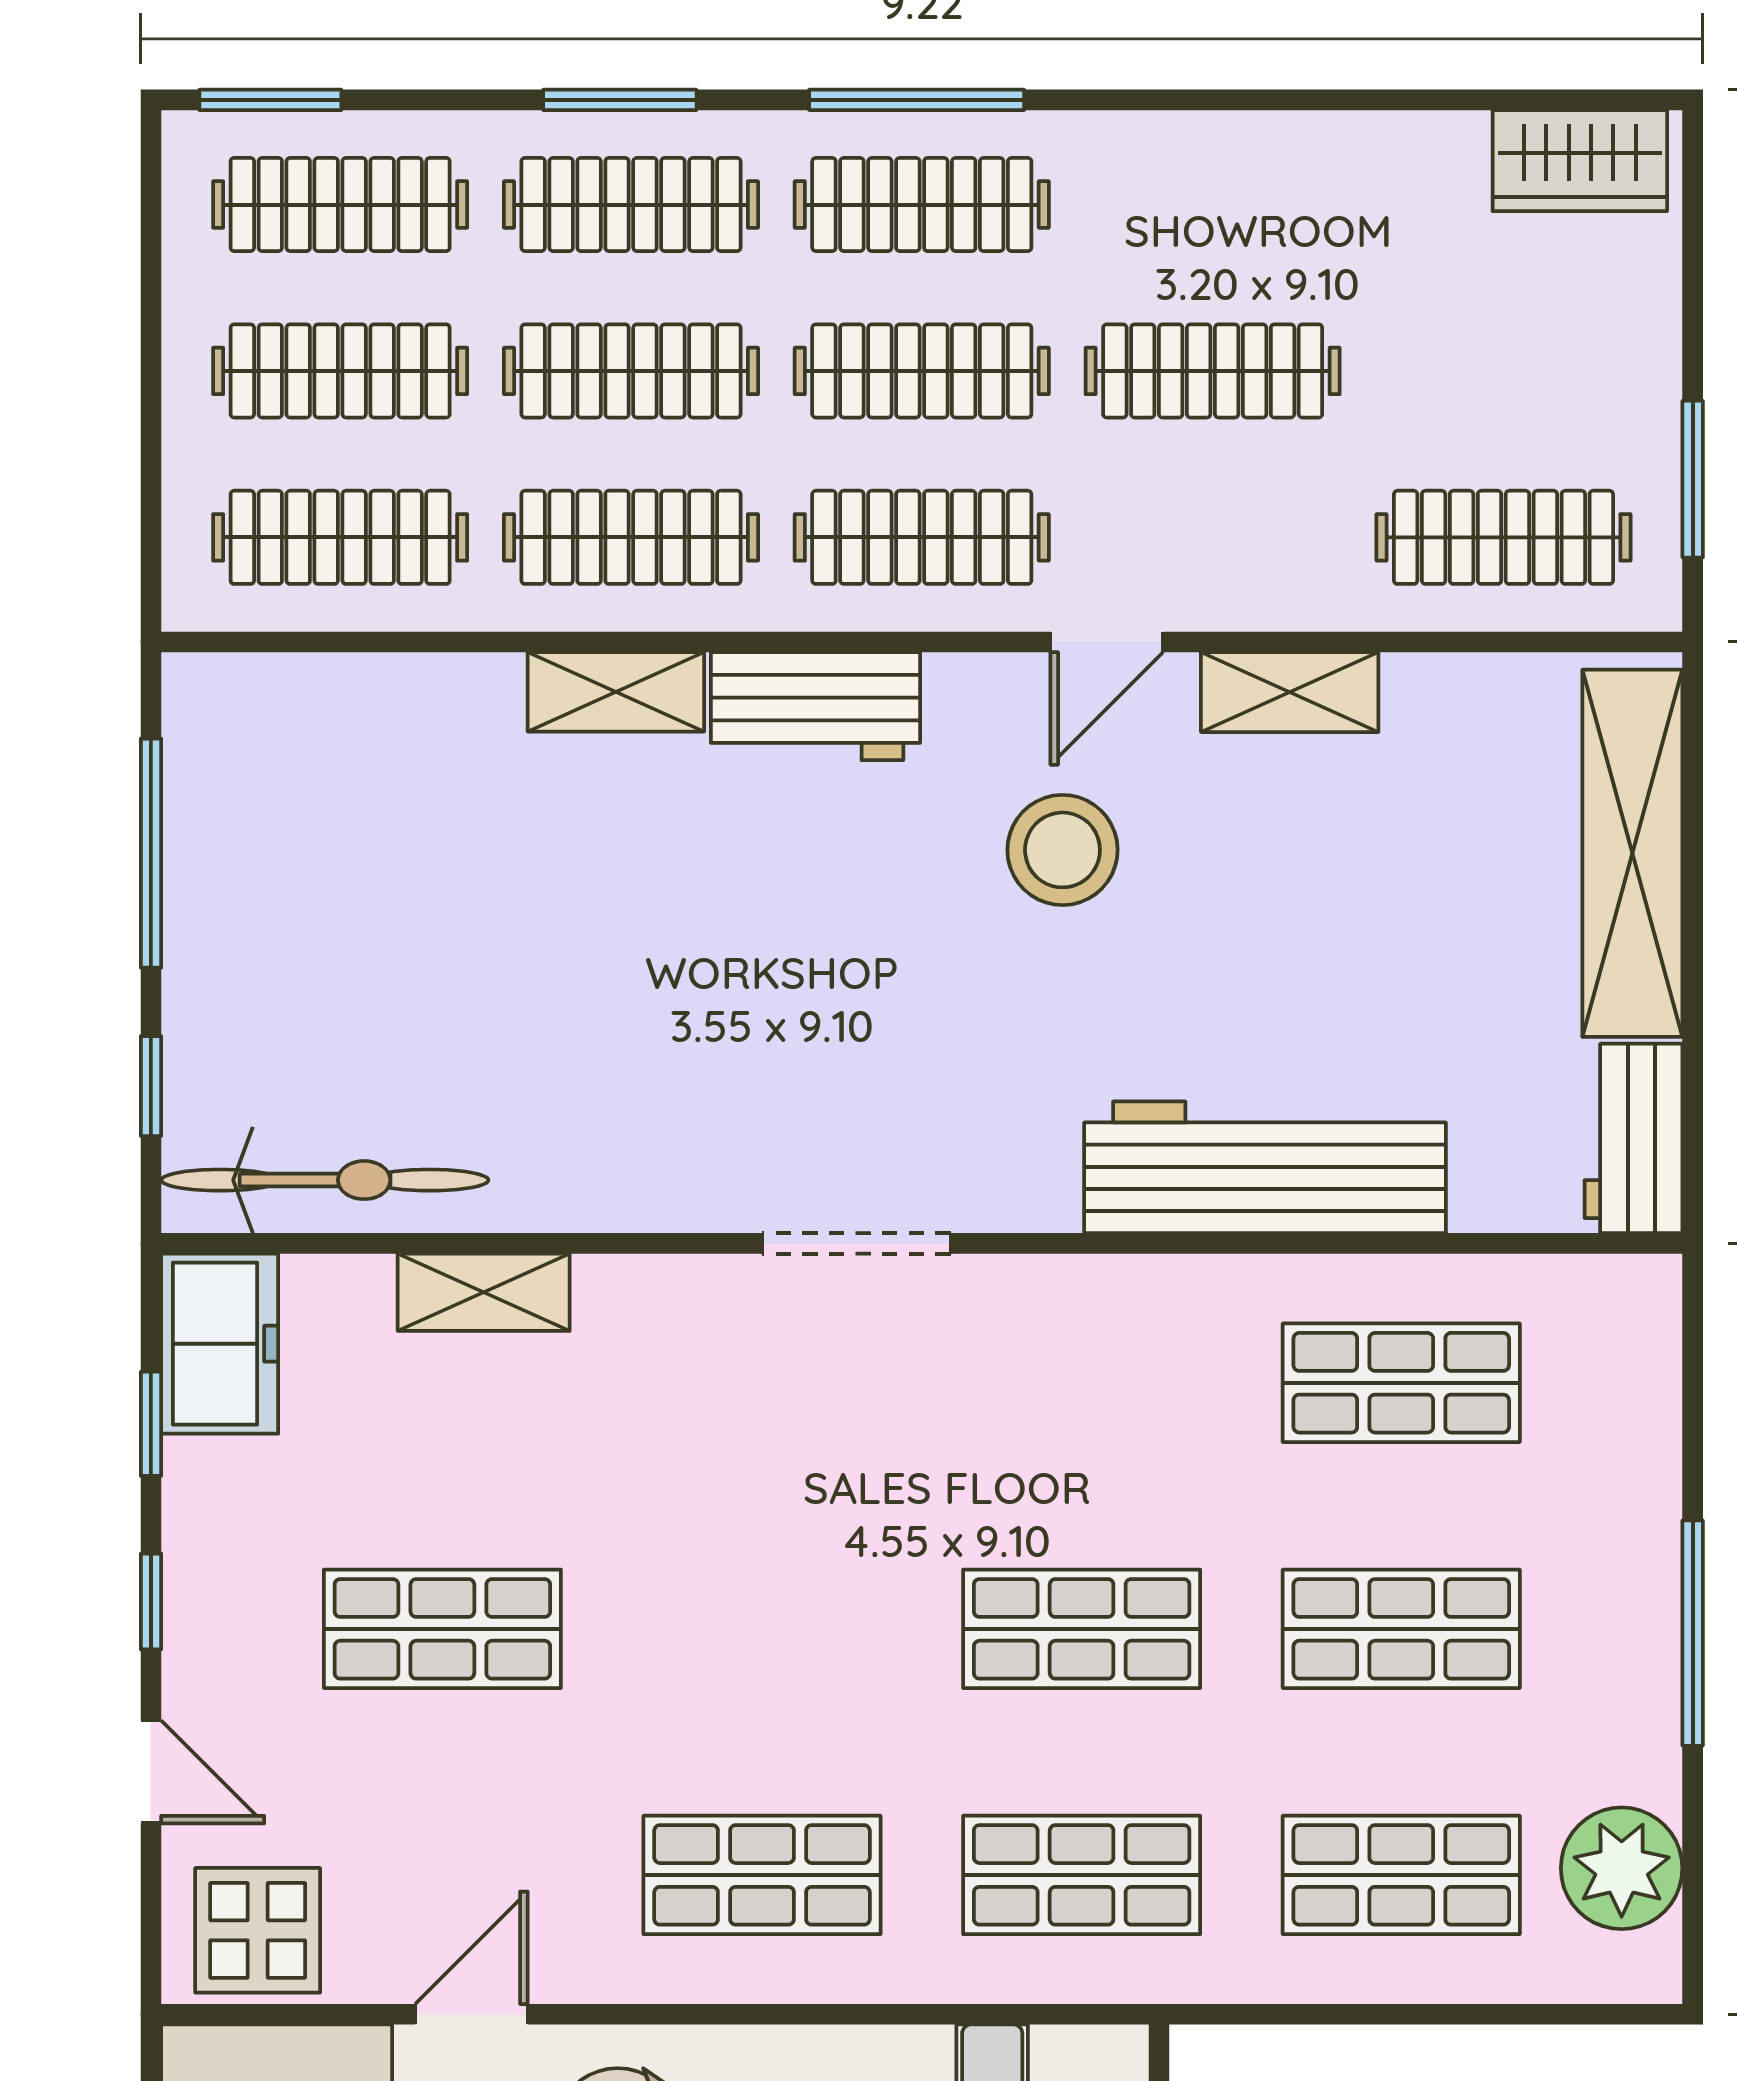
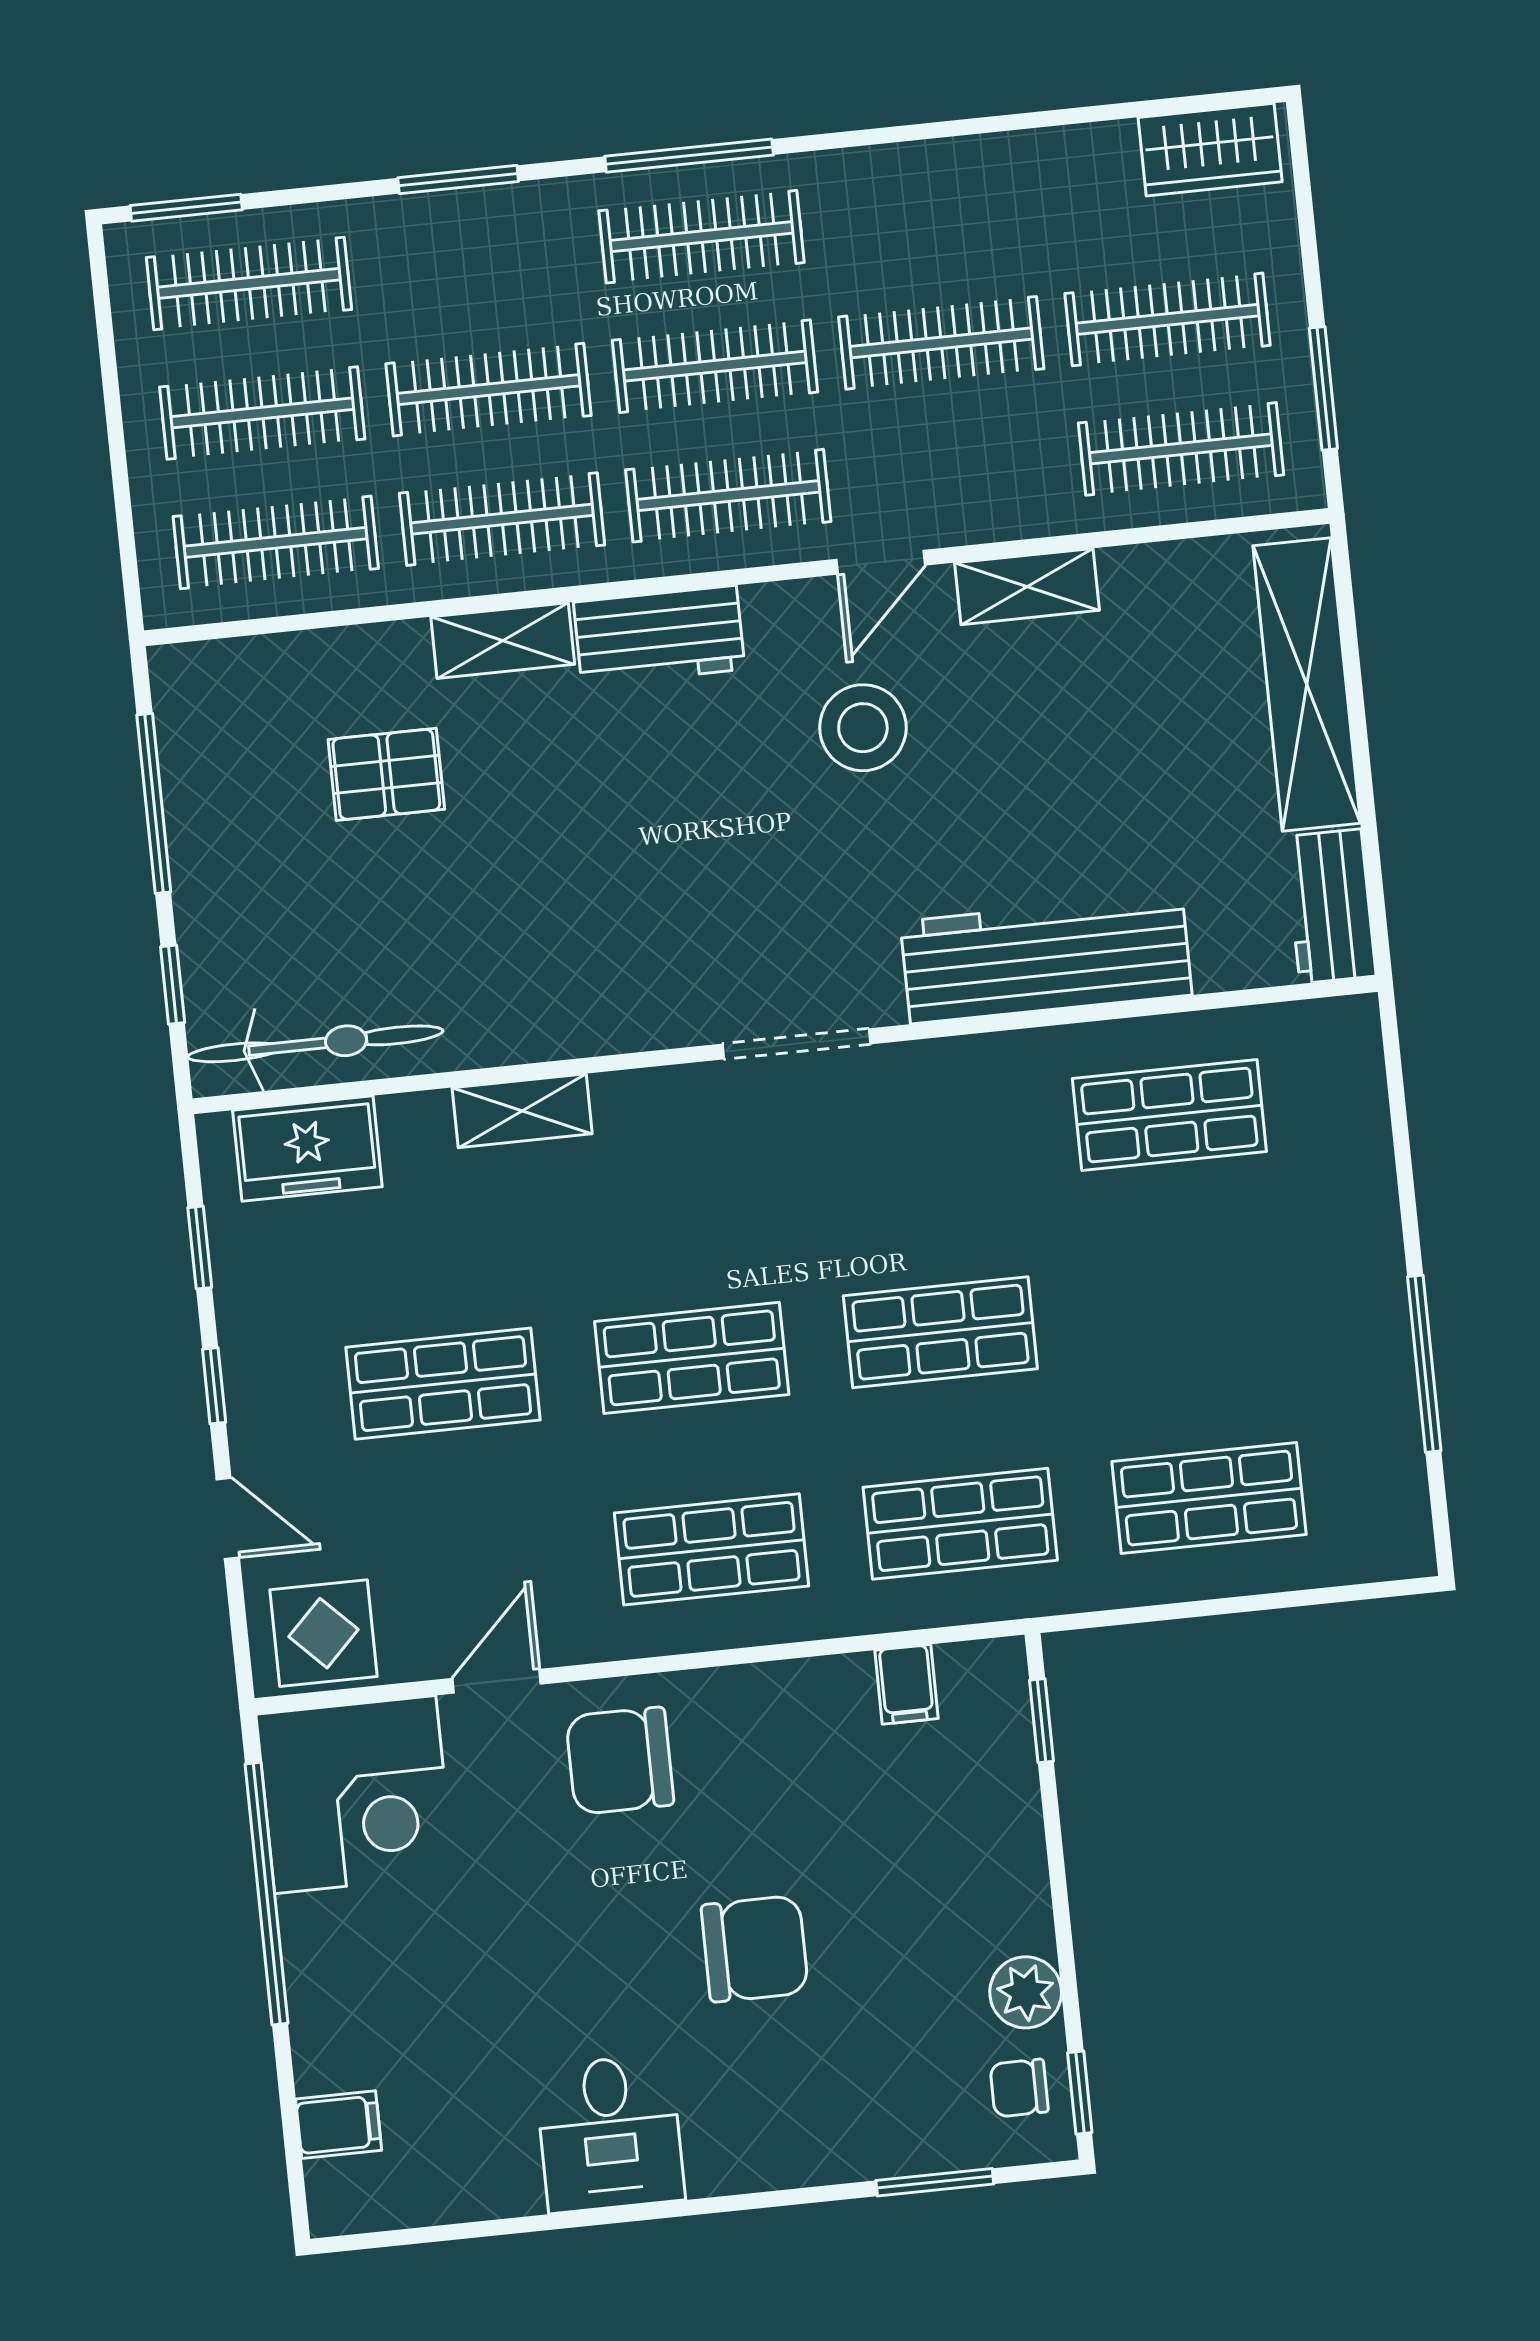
clothes rail: (631, 205) -> (1168, 319), moved
pallet: (450, 847) -> (386, 774), added
doorway: (856, 1243) -> (796, 1044), moved
shelving: (484, 1292) -> (522, 1111), moved
freezer: (220, 1344) -> (307, 1149), moved, turned 90
shop shelf: (1401, 1629) -> (692, 1358), moved
window: (1693, 1633) -> (1424, 1364), moved
plant: (1622, 1868) -> (1380, 1475), removed

